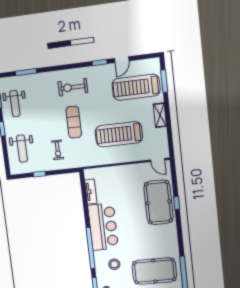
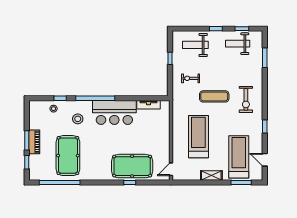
door: (122, 60) -> (265, 160), moved
exercise bike: (73, 87) -> (246, 99), turned 180

